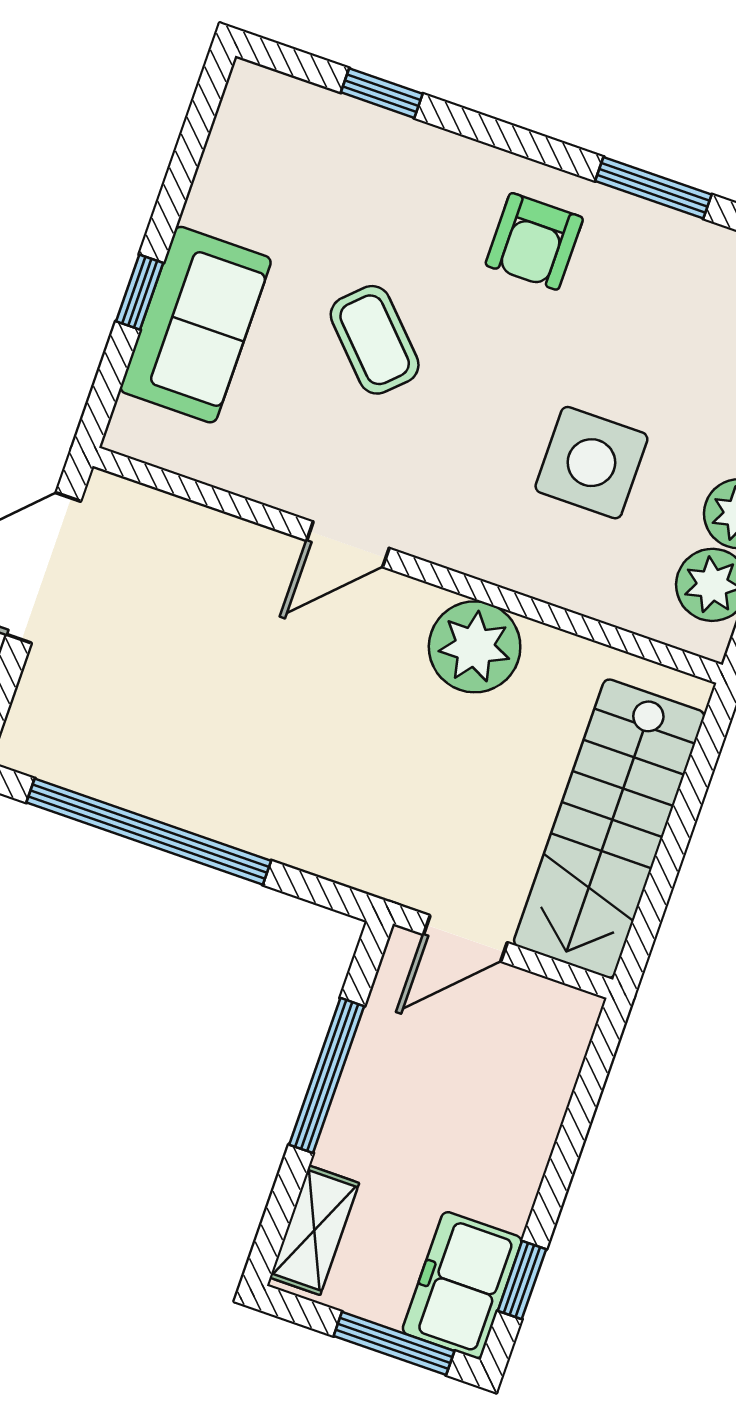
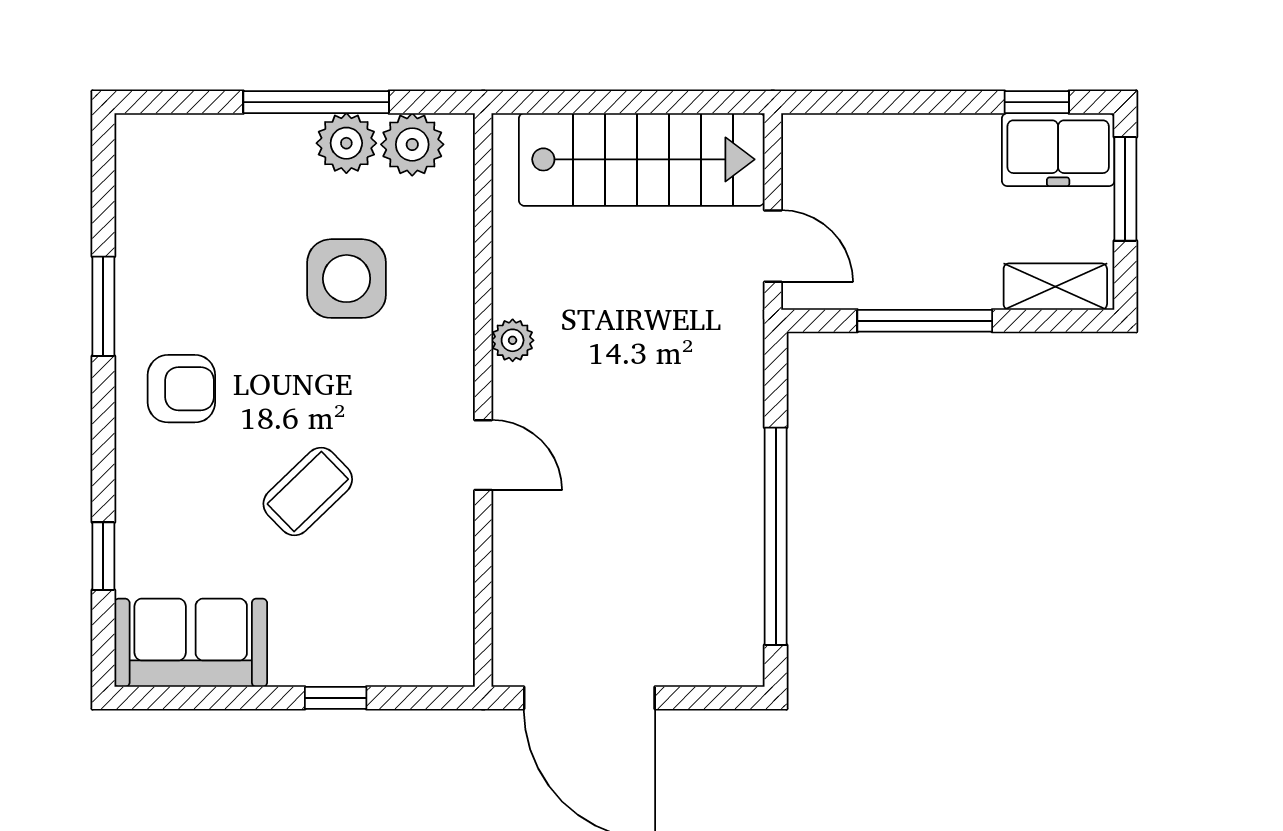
sofa: (196, 325) -> (191, 643), moved
plant: (475, 647) -> (513, 340), width x0.53, depth x0.53

